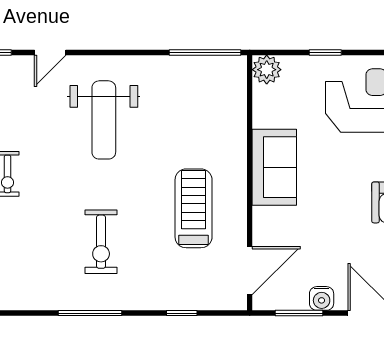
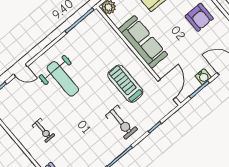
door: (50, 52) -> (21, 70), hinge flipped
sofa: (274, 167) -> (143, 42), width x1.36
exercise bike: (101, 242) -> (122, 122), moved

